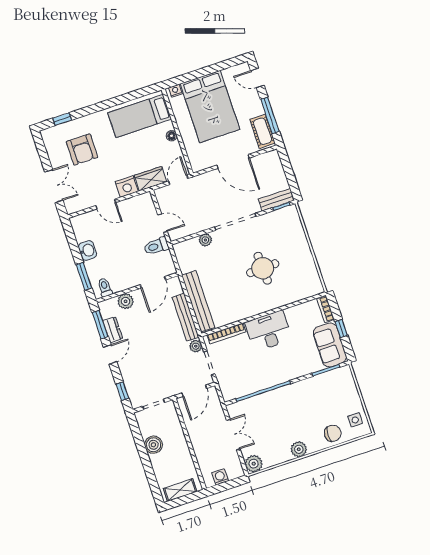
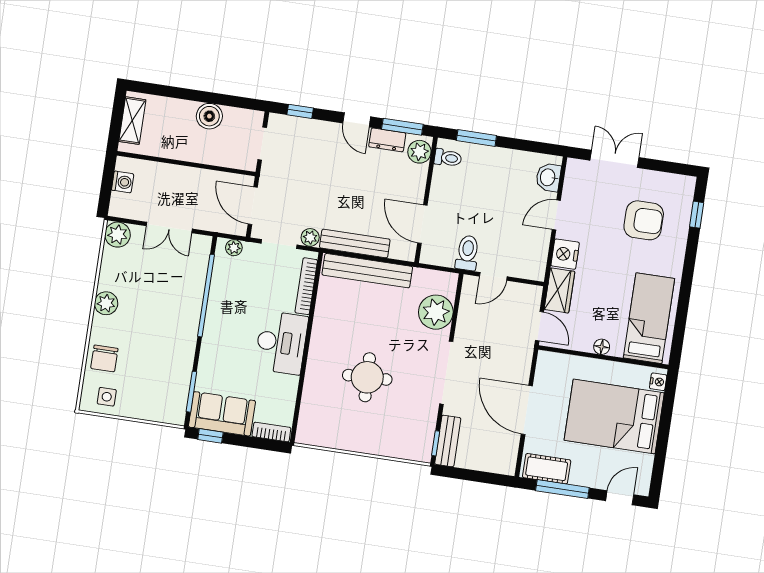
armchair: (82, 149) -> (644, 220), turned 180
door: (233, 161) -> (527, 410), hinge flipped
double door: (54, 186) -> (615, 159), swing flipped
plant: (205, 240) -> (436, 312), width x1.87, depth x1.87
washbasin: (87, 251) -> (548, 177), moved, turned 90
plant: (126, 301) -> (419, 152), moved
window: (341, 328) -> (210, 436), moved
plant: (226, 389) -> (234, 248), added

